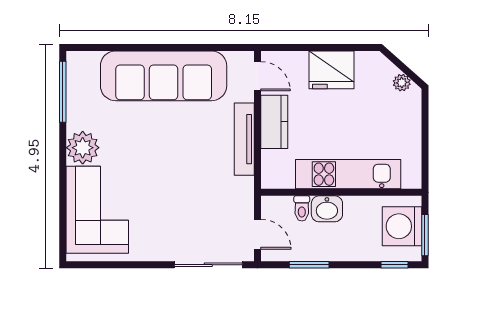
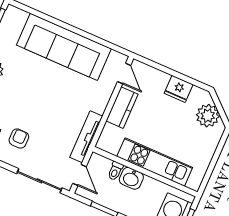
fridge: (332, 70) -> (179, 89), width x0.73, depth x0.75
plant: (402, 83) -> (208, 116), width x1.88, depth x1.88
tv unit: (244, 139) -> (86, 137), moved
armchair: (157, 221) -> (19, 139), added

